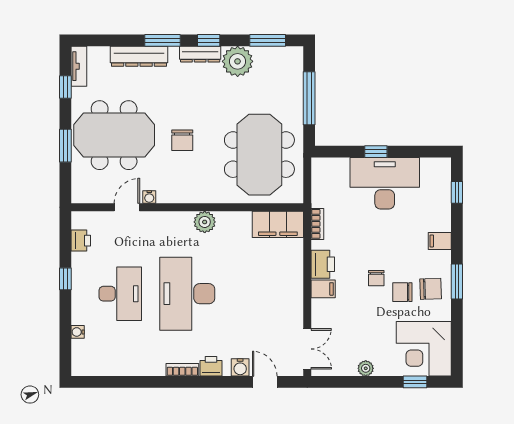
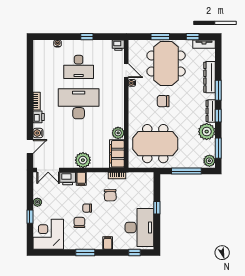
plant: (291, 57) -> (209, 161), added
desk: (385, 183) -> (139, 227), moved
plant: (205, 222) -> (118, 133), moved
printer: (81, 241) -> (118, 45), moved
printer: (323, 264) -> (68, 179), moved
plant: (289, 286) -> (83, 160), added
chair: (431, 289) -> (110, 195), moved
window: (415, 382) -> (30, 217), moved

